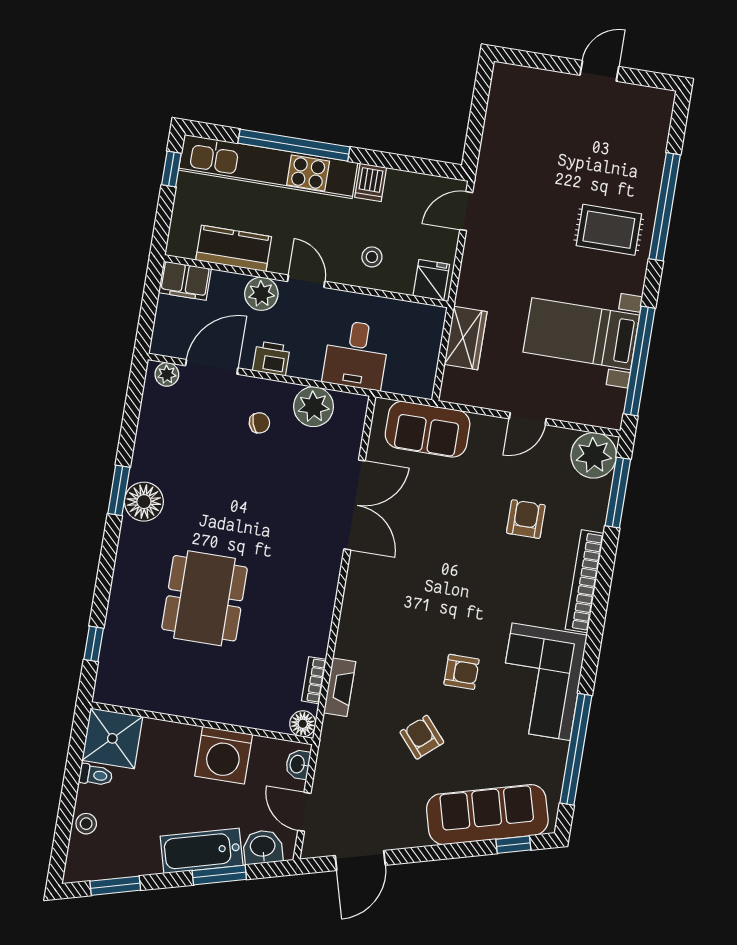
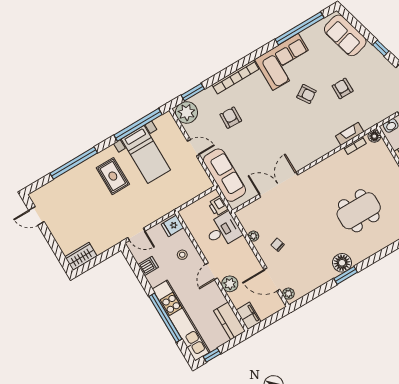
door: (599, 71) -> (36, 216), moved
dishwasher: (371, 182) -> (148, 266), moved
rug: (609, 230) -> (113, 176), moved
kitchen counter: (234, 248) -> (229, 321), moved
wardrobe: (466, 338) -> (81, 256), moved
printer: (271, 358) -> (218, 206), moved
plant: (314, 407) -> (253, 236), width x0.53, depth x0.53
sofa: (428, 429) -> (224, 175), width x1.36
window: (618, 492) -> (193, 92), width x0.69
armchair: (526, 519) -> (231, 118), turned 92
armchair: (462, 672) -> (306, 94), turned 147
armchair: (422, 737) -> (343, 88), turned 131
sofa: (487, 815) -> (345, 35), width x0.73
window: (513, 845) -> (381, 48), moved

